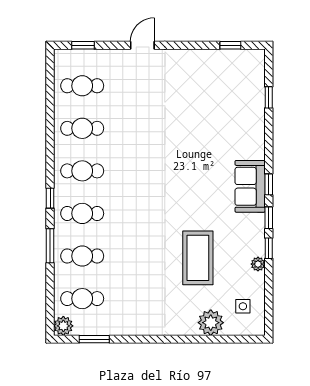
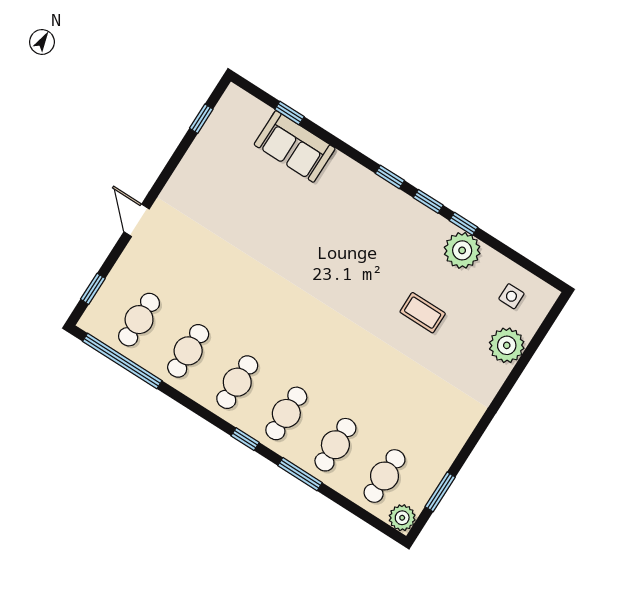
window: (50, 92) -> (122, 361), added
sofa: (250, 186) -> (295, 146), moved
coffee table: (198, 258) -> (423, 313), width x0.54, depth x0.58
plant: (258, 264) -> (462, 250), width x1.88, depth x1.88

